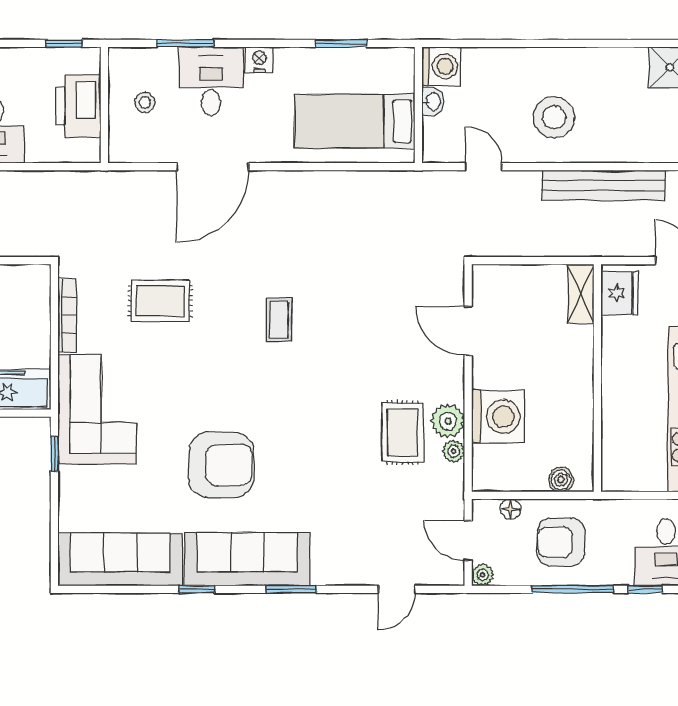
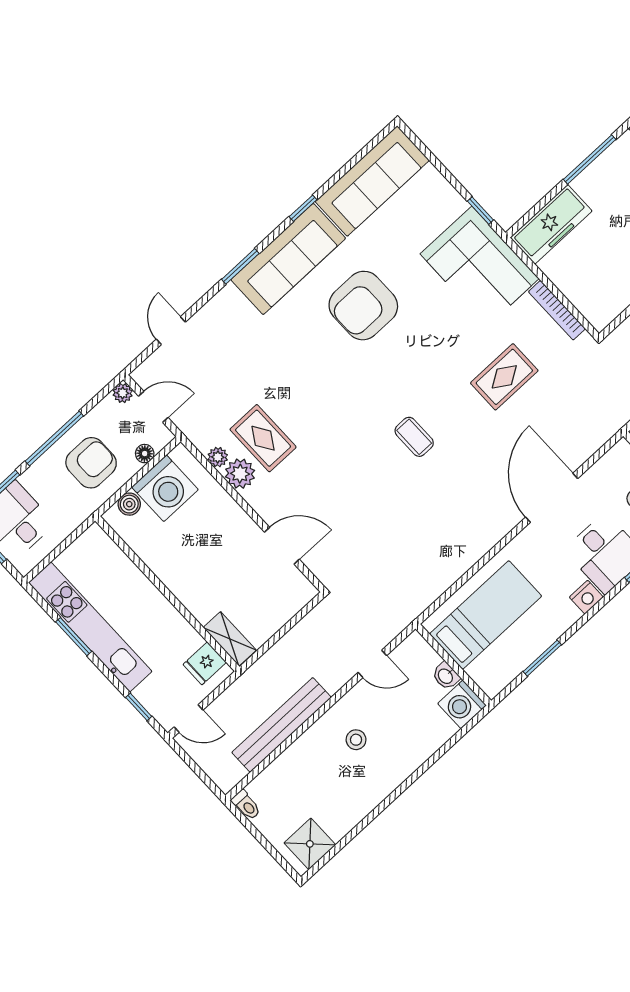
stool: (554, 117) -> (356, 740), width x0.53, depth x0.53
fridge: (620, 293) -> (205, 663), width x0.72
washing machine: (498, 417) -> (165, 488), moved, turned -90

